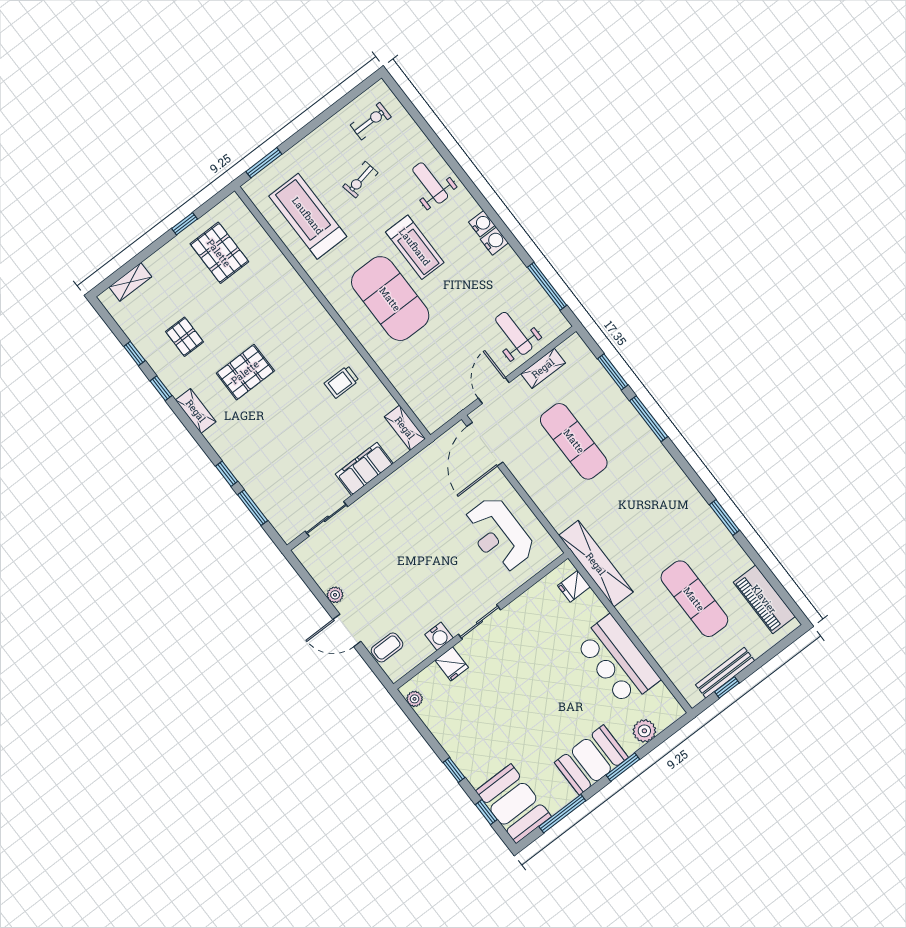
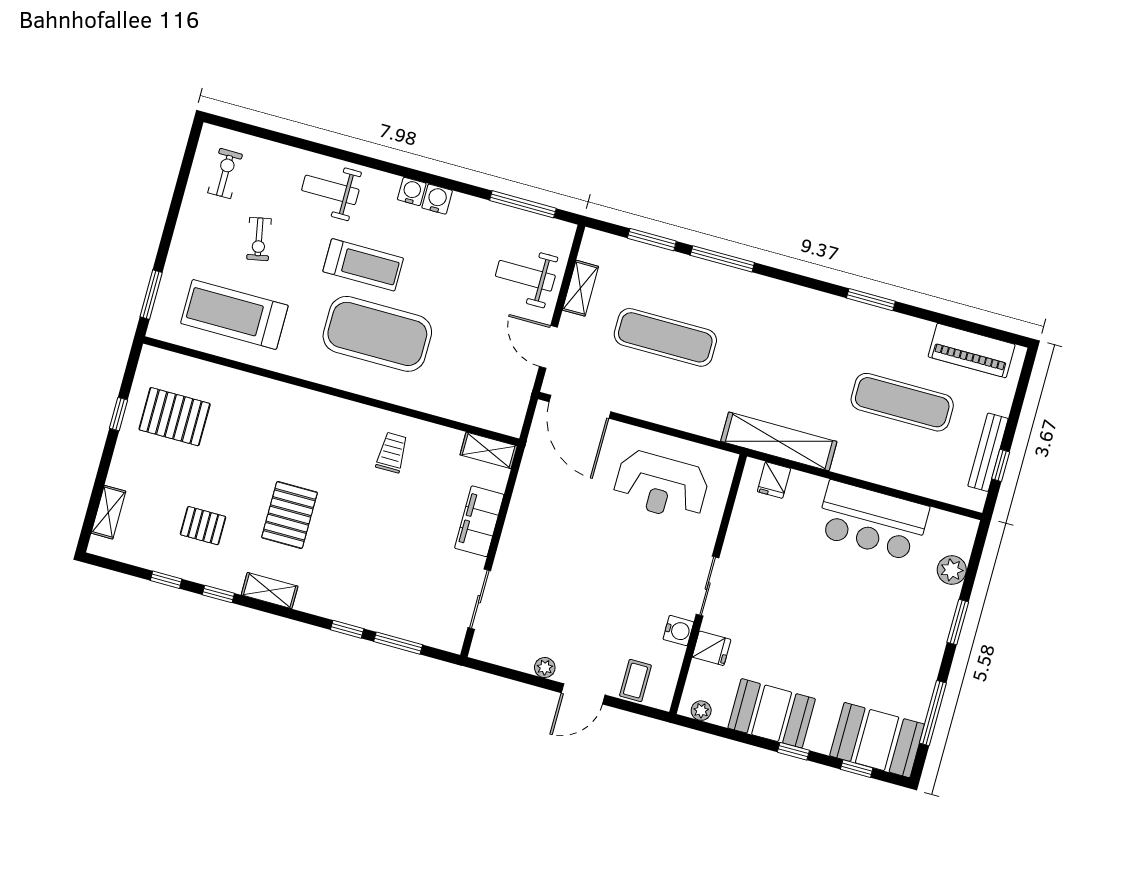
trolley: (342, 382) -> (392, 453), turned 180
booth: (591, 760) -> (772, 713), moved, turned 90

